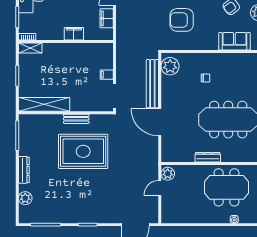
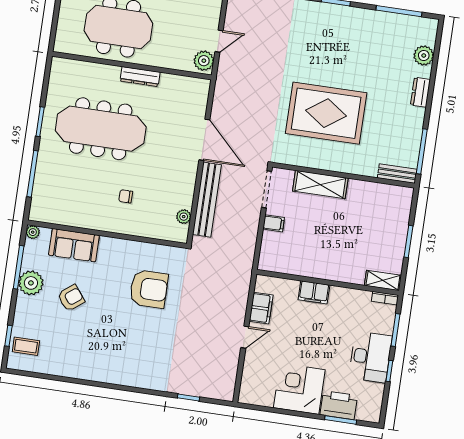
plant: (170, 66) -> (184, 217), width x0.53, depth x0.53
shelving: (44, 104) -> (320, 185), moved, width x0.68
bench: (76, 119) -> (397, 174), moved
dresser: (24, 170) -> (420, 92), width x0.70

